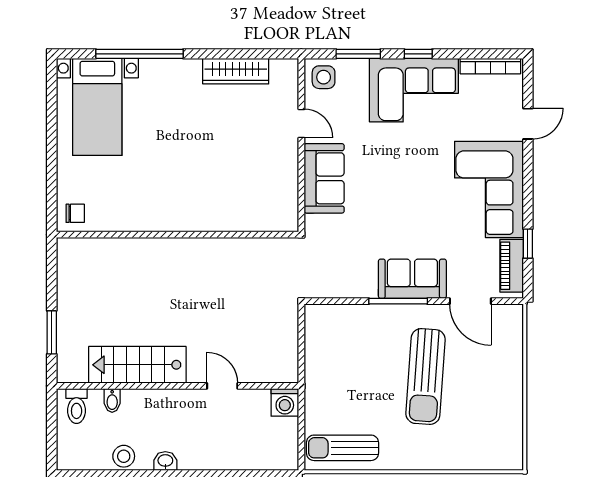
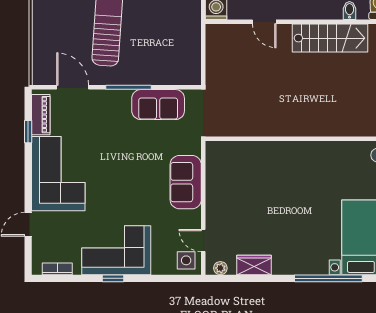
window: (358, 54) -> (159, 278), removed
bookcase: (490, 66) -> (57, 269), width x0.64
plant: (279, 67) -> (220, 268), added
wardrobe: (236, 71) -> (254, 265), width x0.67
door: (301, 123) -> (203, 240), moved
sofa: (412, 279) -> (158, 105), moved

